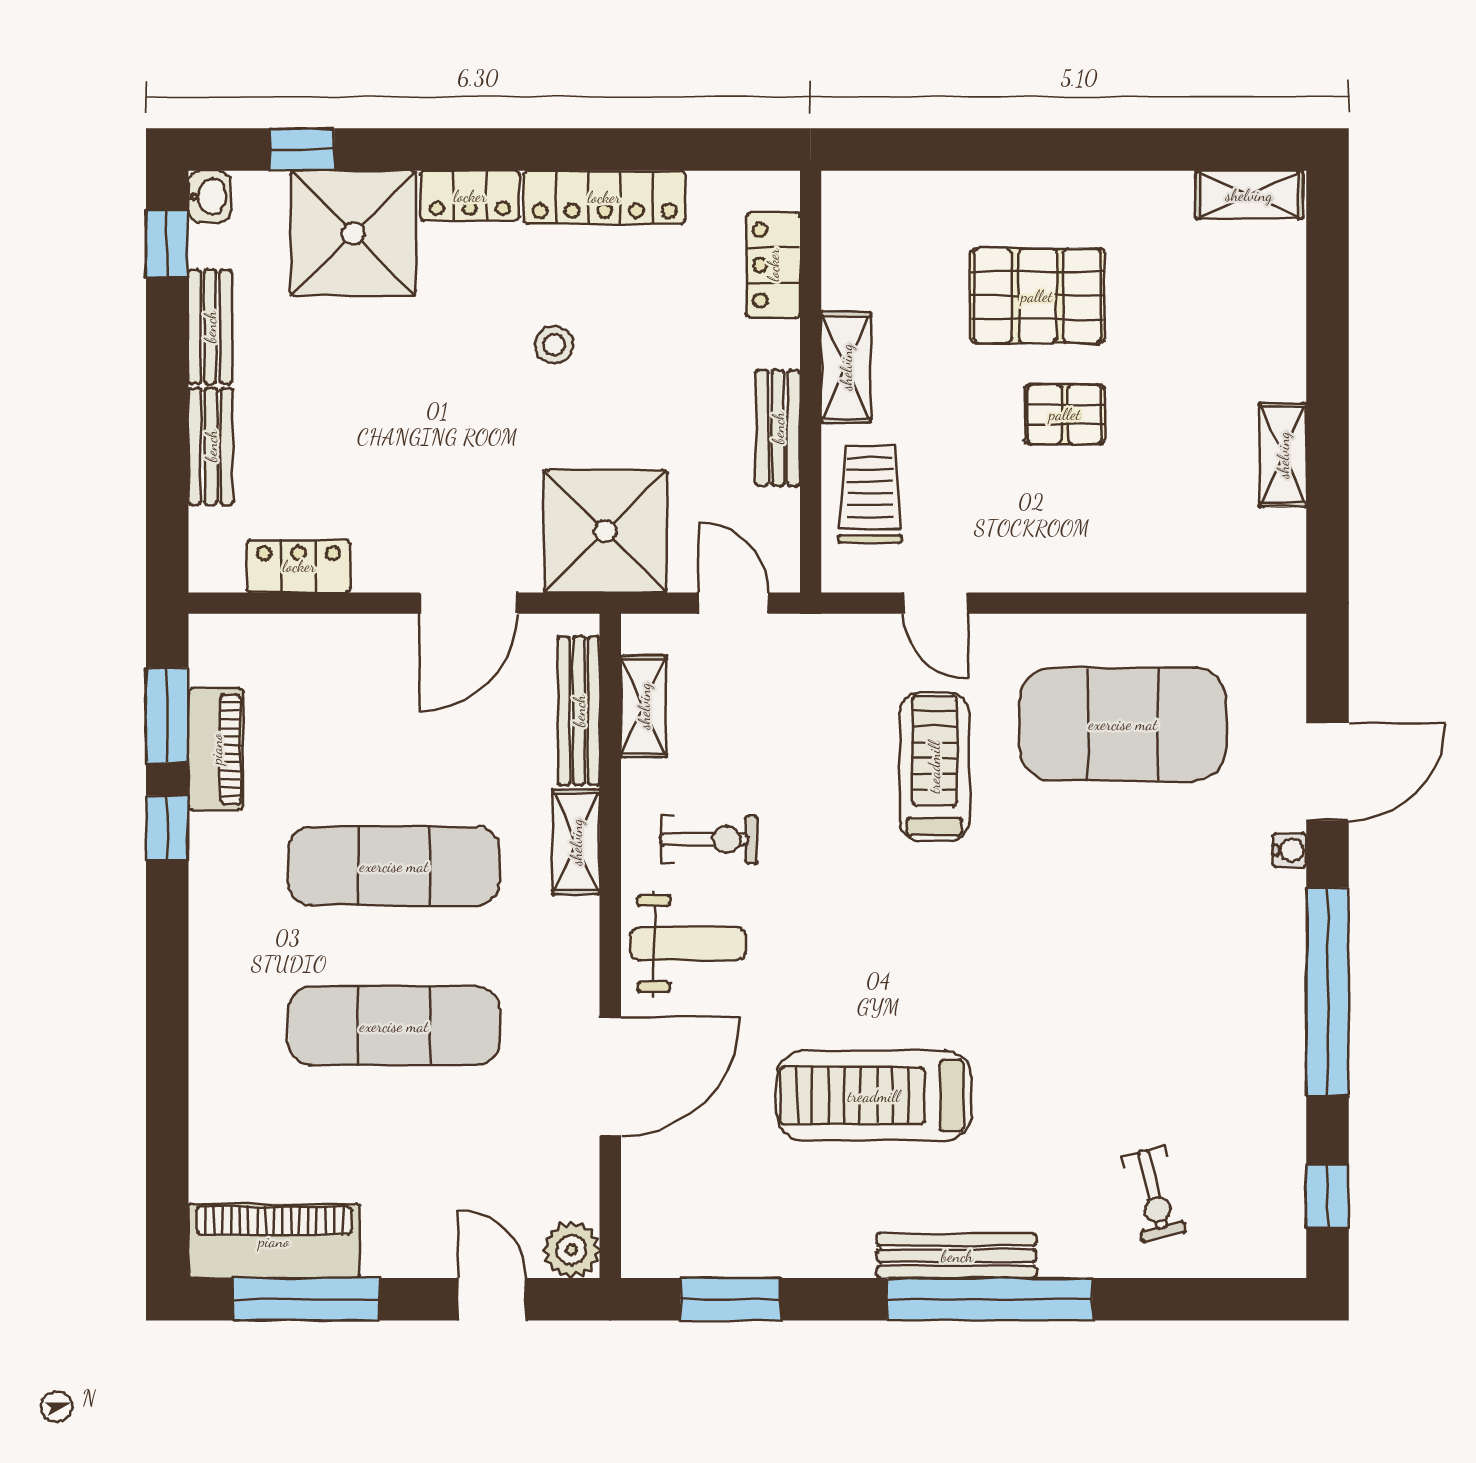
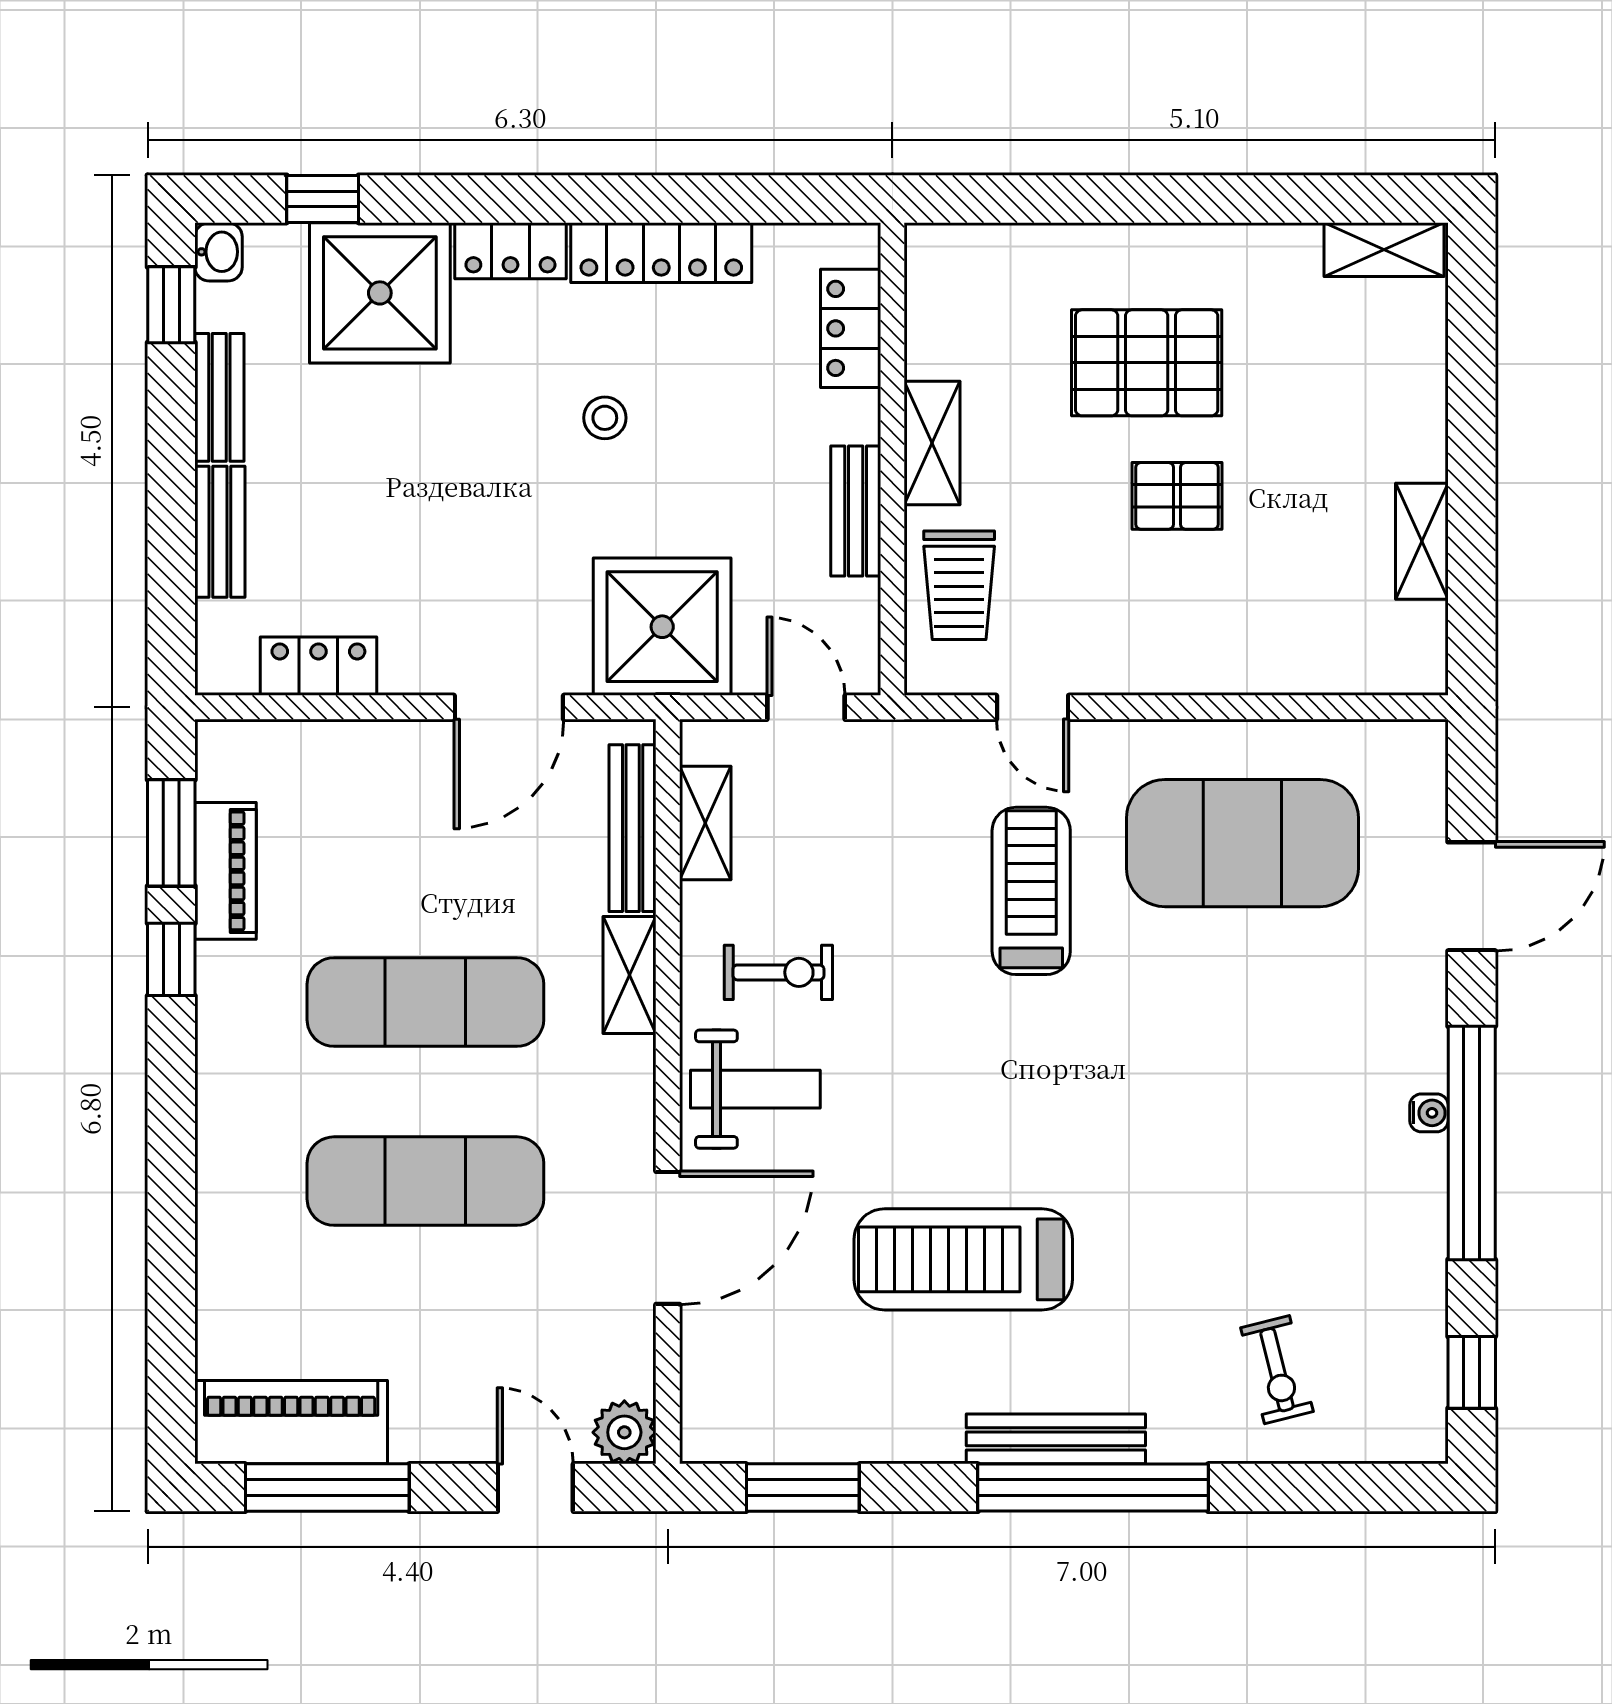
trolley: (870, 494) -> (959, 585), turned 180
water cooler: (1289, 850) -> (1429, 1113), moved

